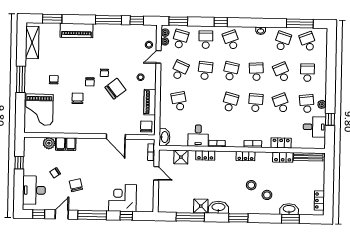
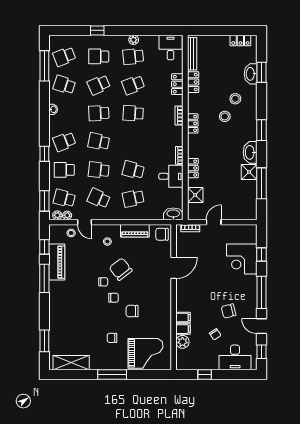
piano: (76, 31) -> (57, 262), moved
school desk: (230, 102) -> (133, 170), moved
window: (330, 119) -> (97, 30), moved
desk: (315, 127) -> (171, 47), moved

